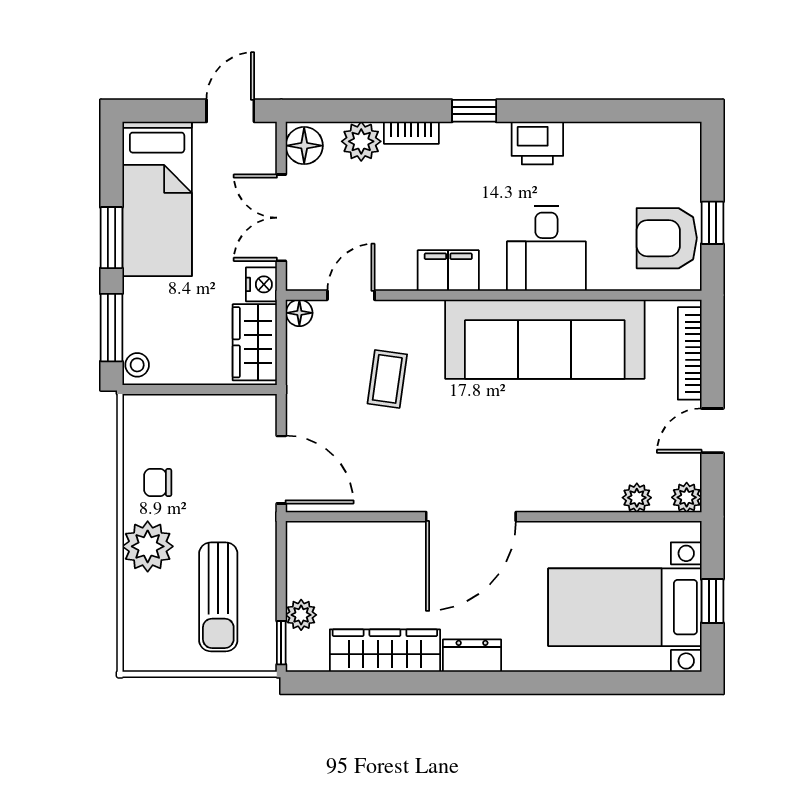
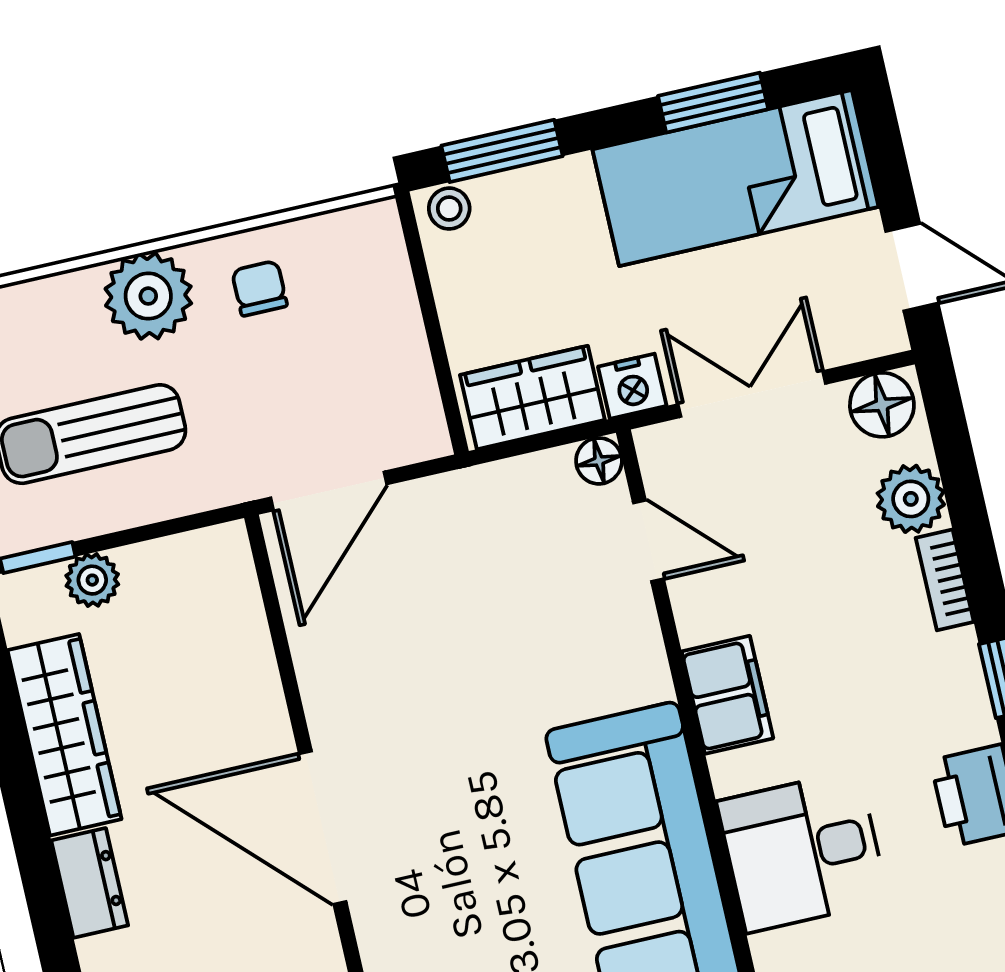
window: (111, 238) -> (713, 103), moved
coffee table: (387, 379) -> (522, 634), removed

